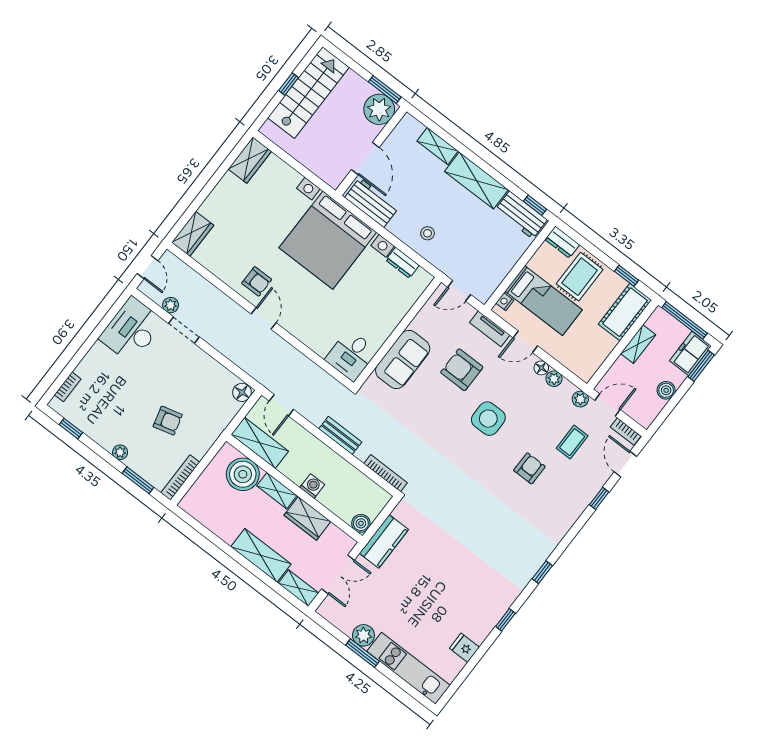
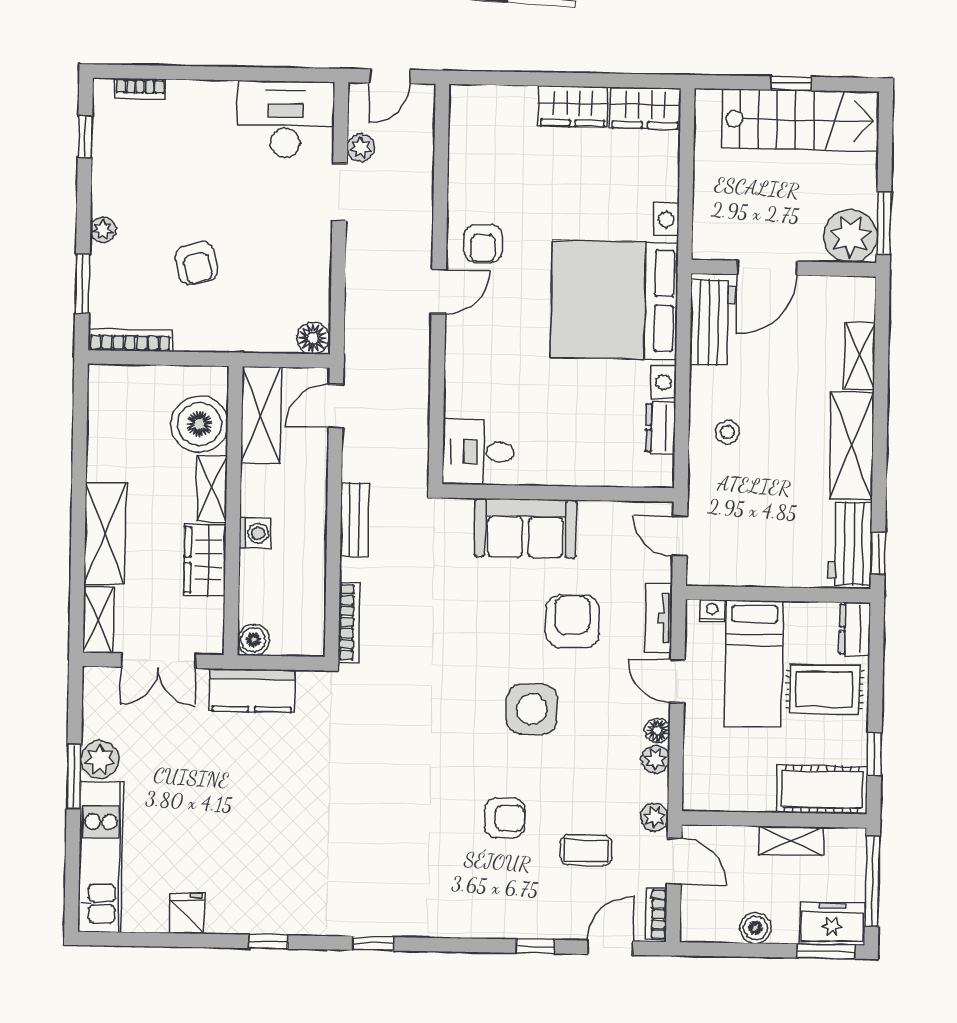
wardrobe: (193, 234) -> (573, 106), moved

